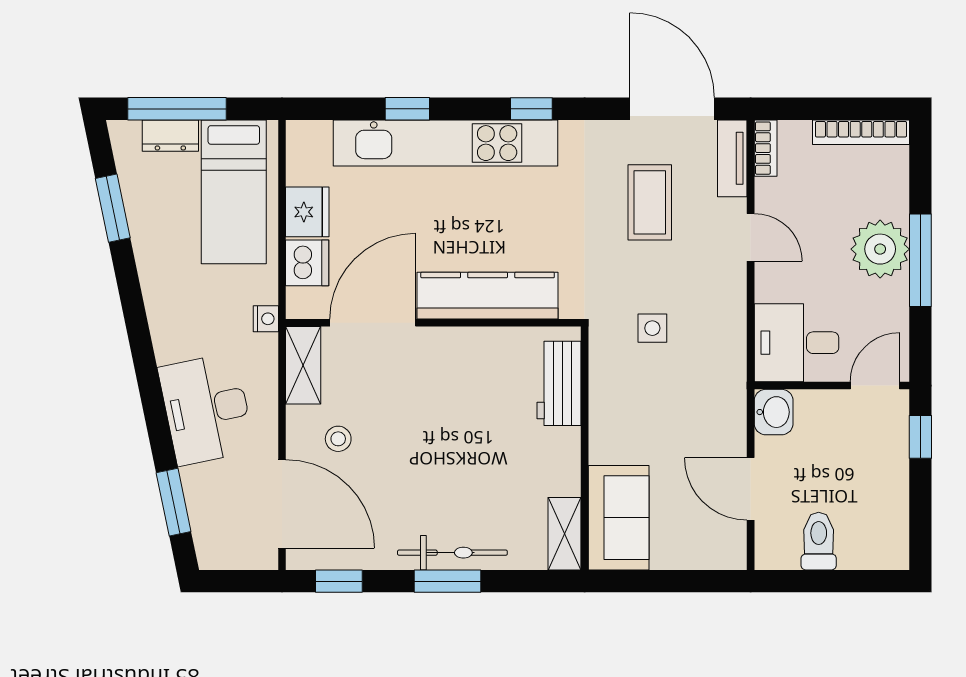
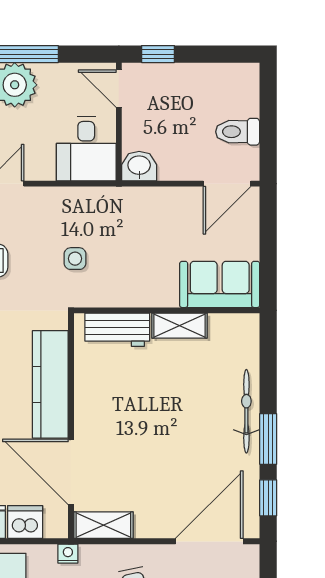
stool: (338, 439) -> (160, 498), removed
door: (751, 489) -> (227, 184), moved
shelving: (565, 534) -> (180, 326), moved
window: (448, 581) -> (268, 439), moved

